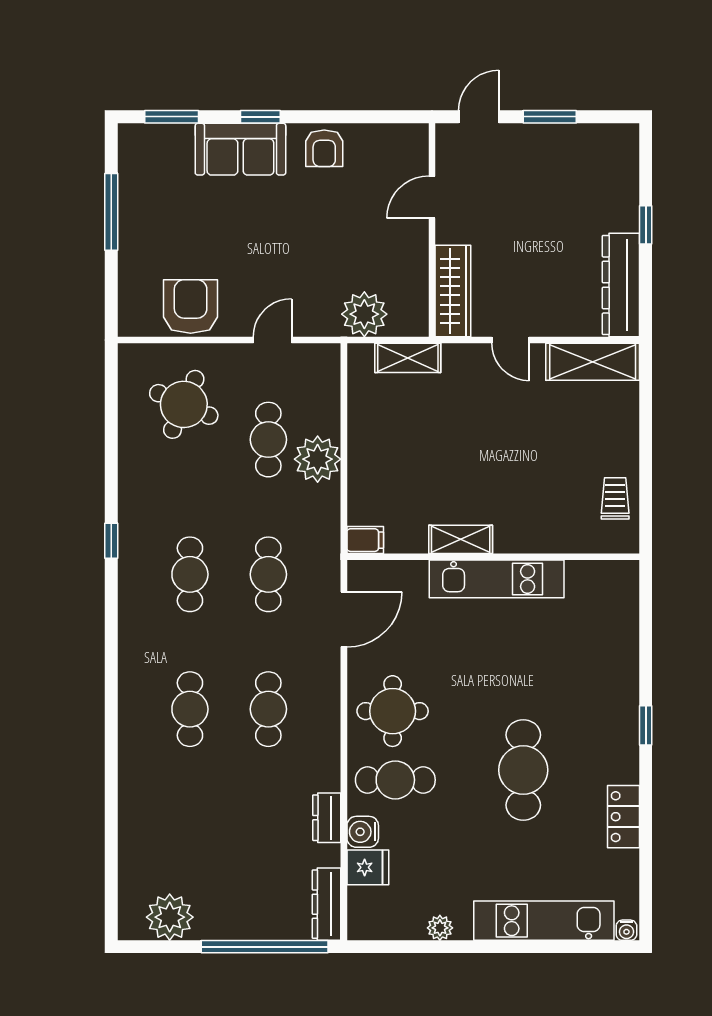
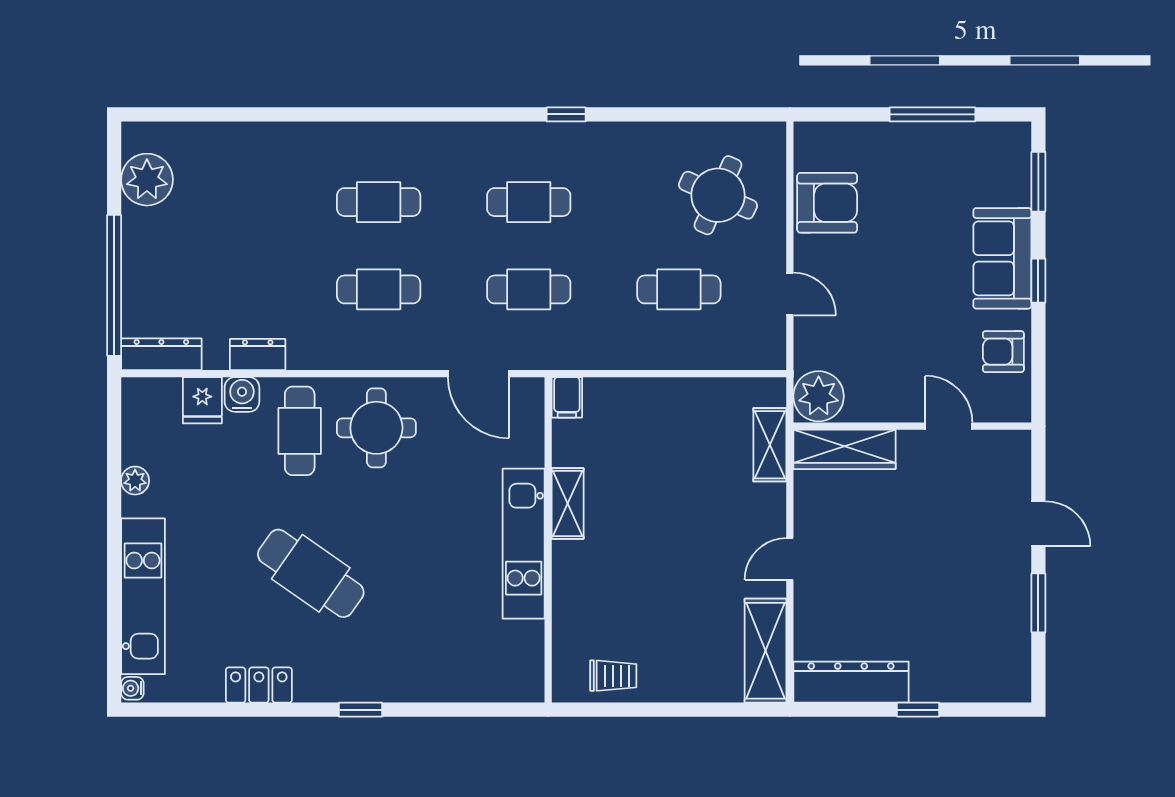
door: (432, 197) -> (949, 426), moved
wall: (432, 230) -> (912, 426), moved
wardrobe: (453, 291) -> (844, 449), moved
plant: (318, 459) -> (657, 344), removed
cafe table: (523, 770) -> (311, 573), turned 35

